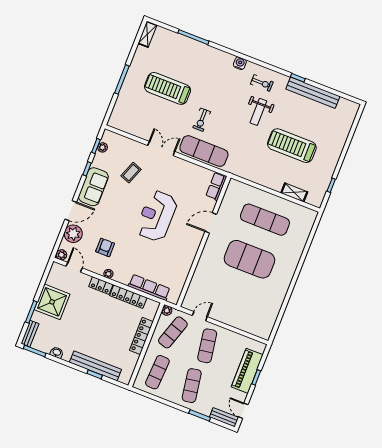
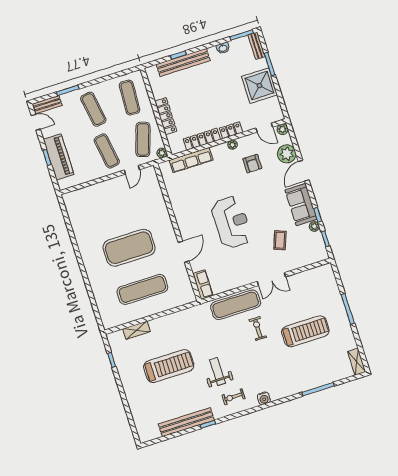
plant: (102, 147) -> (314, 226), moved

